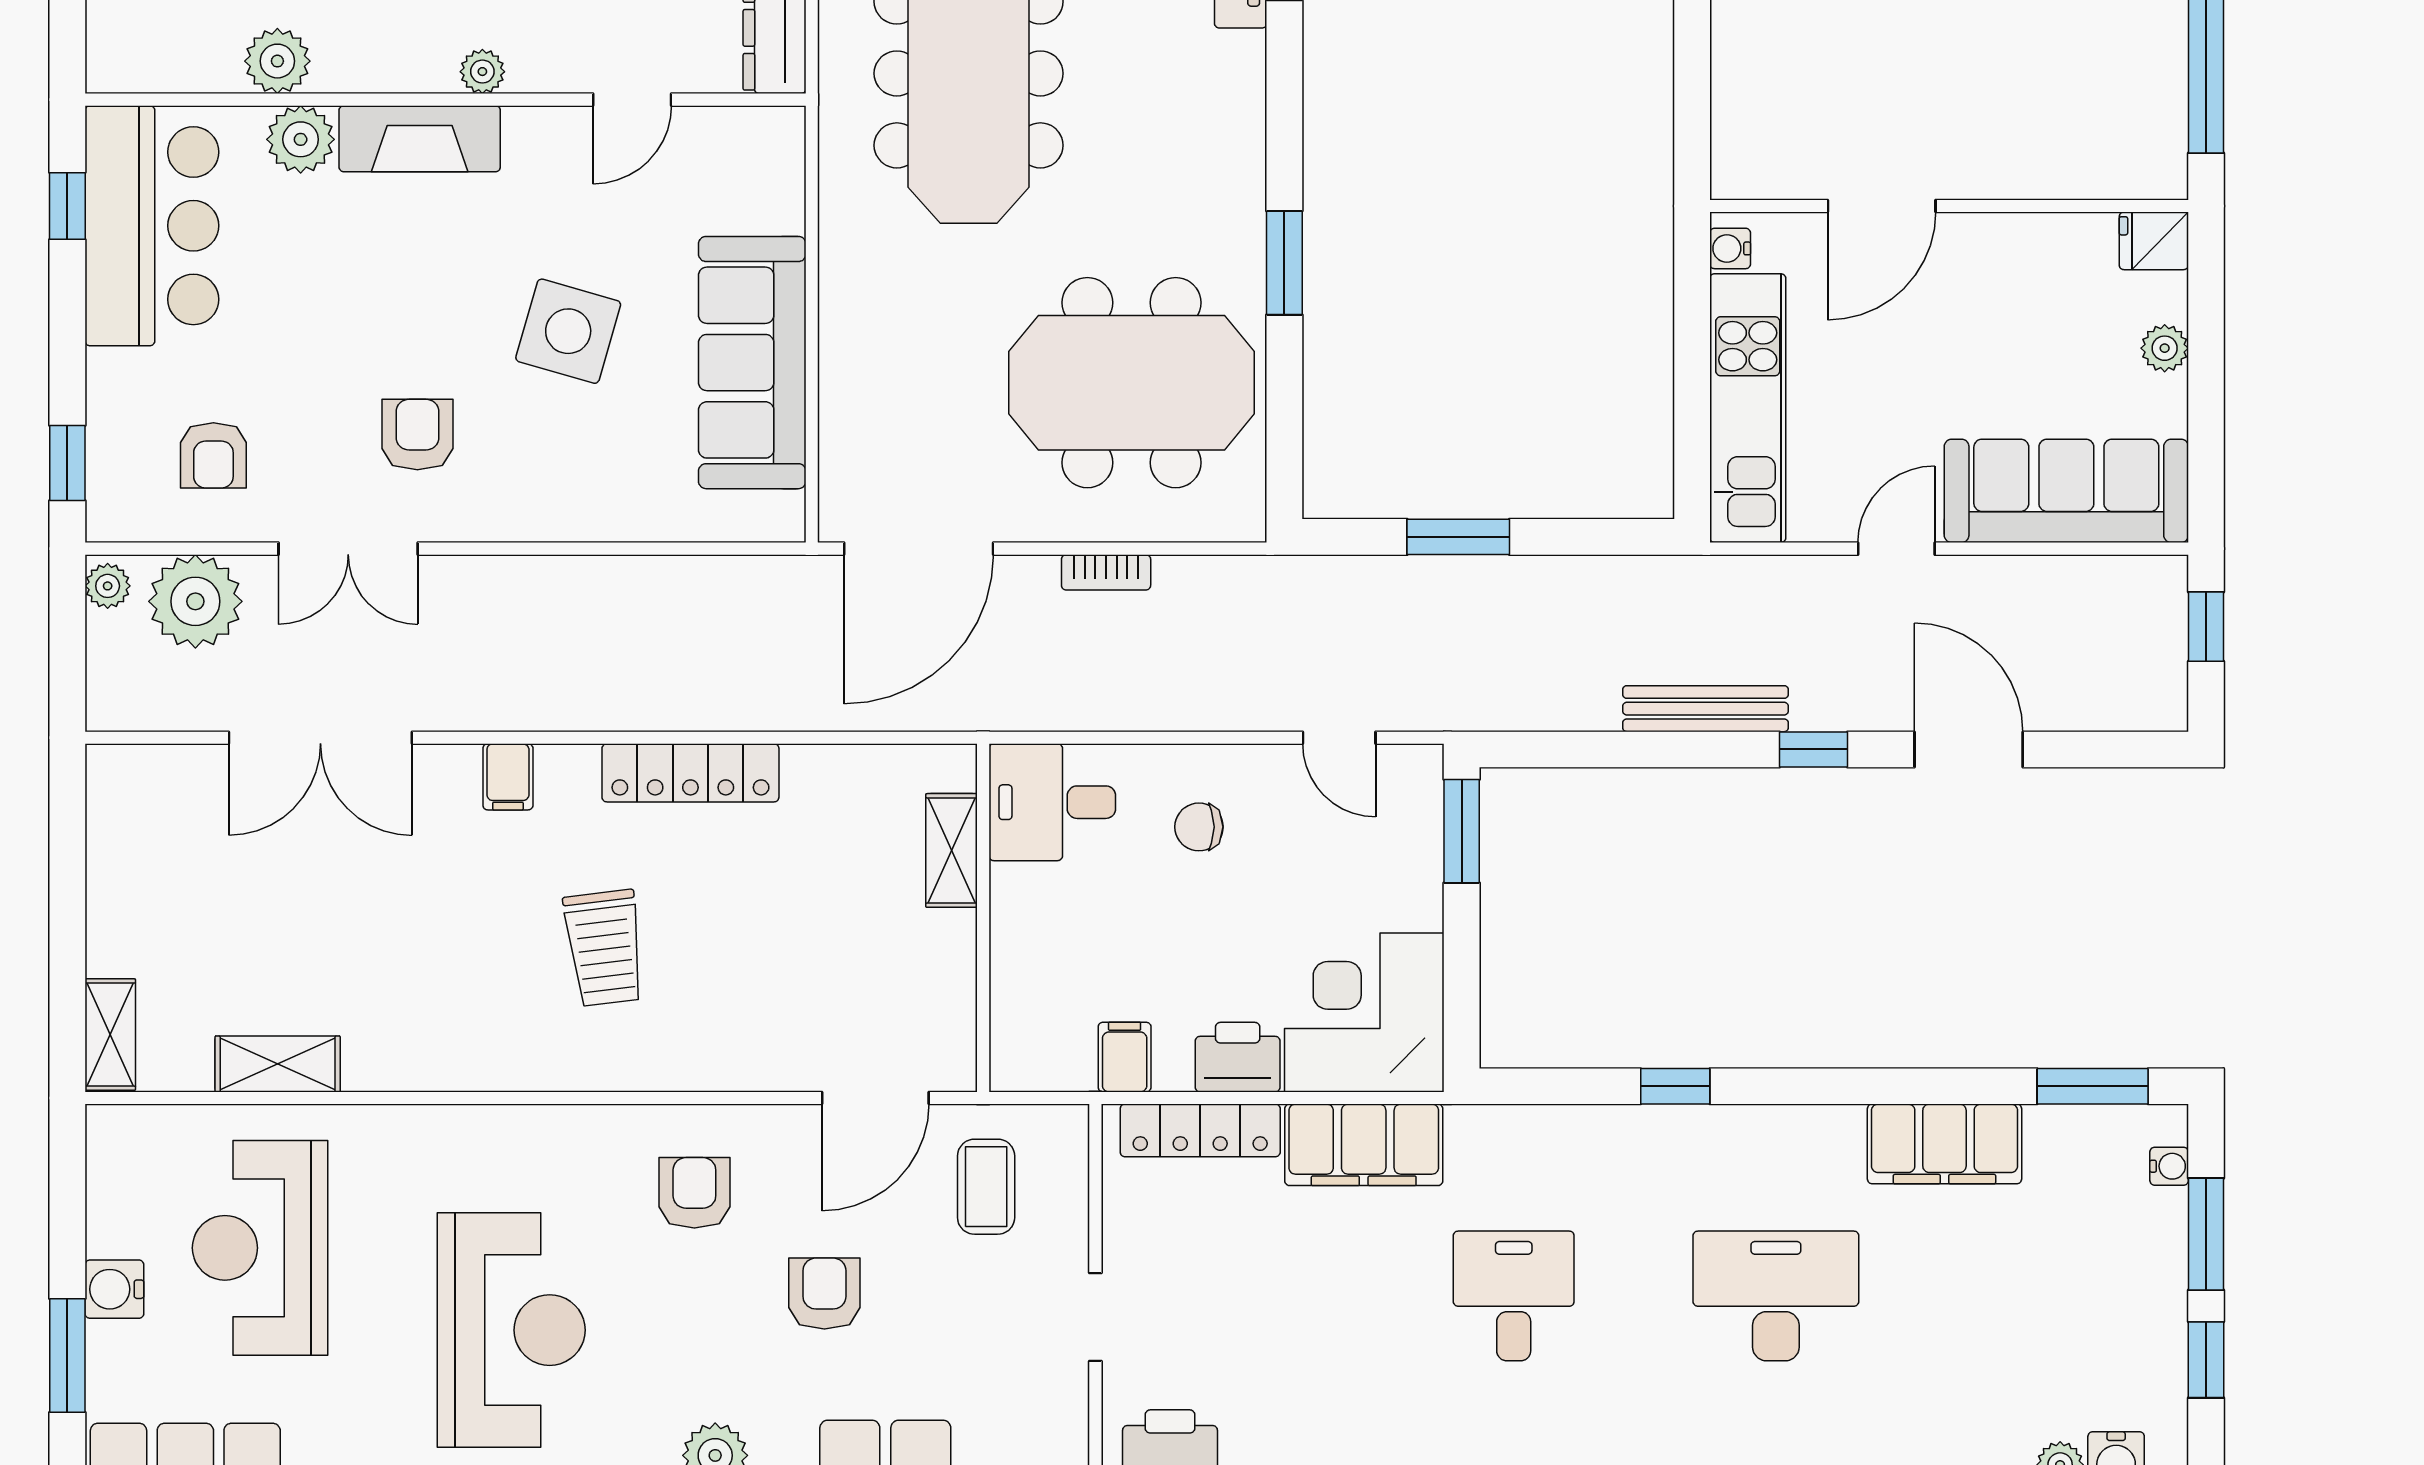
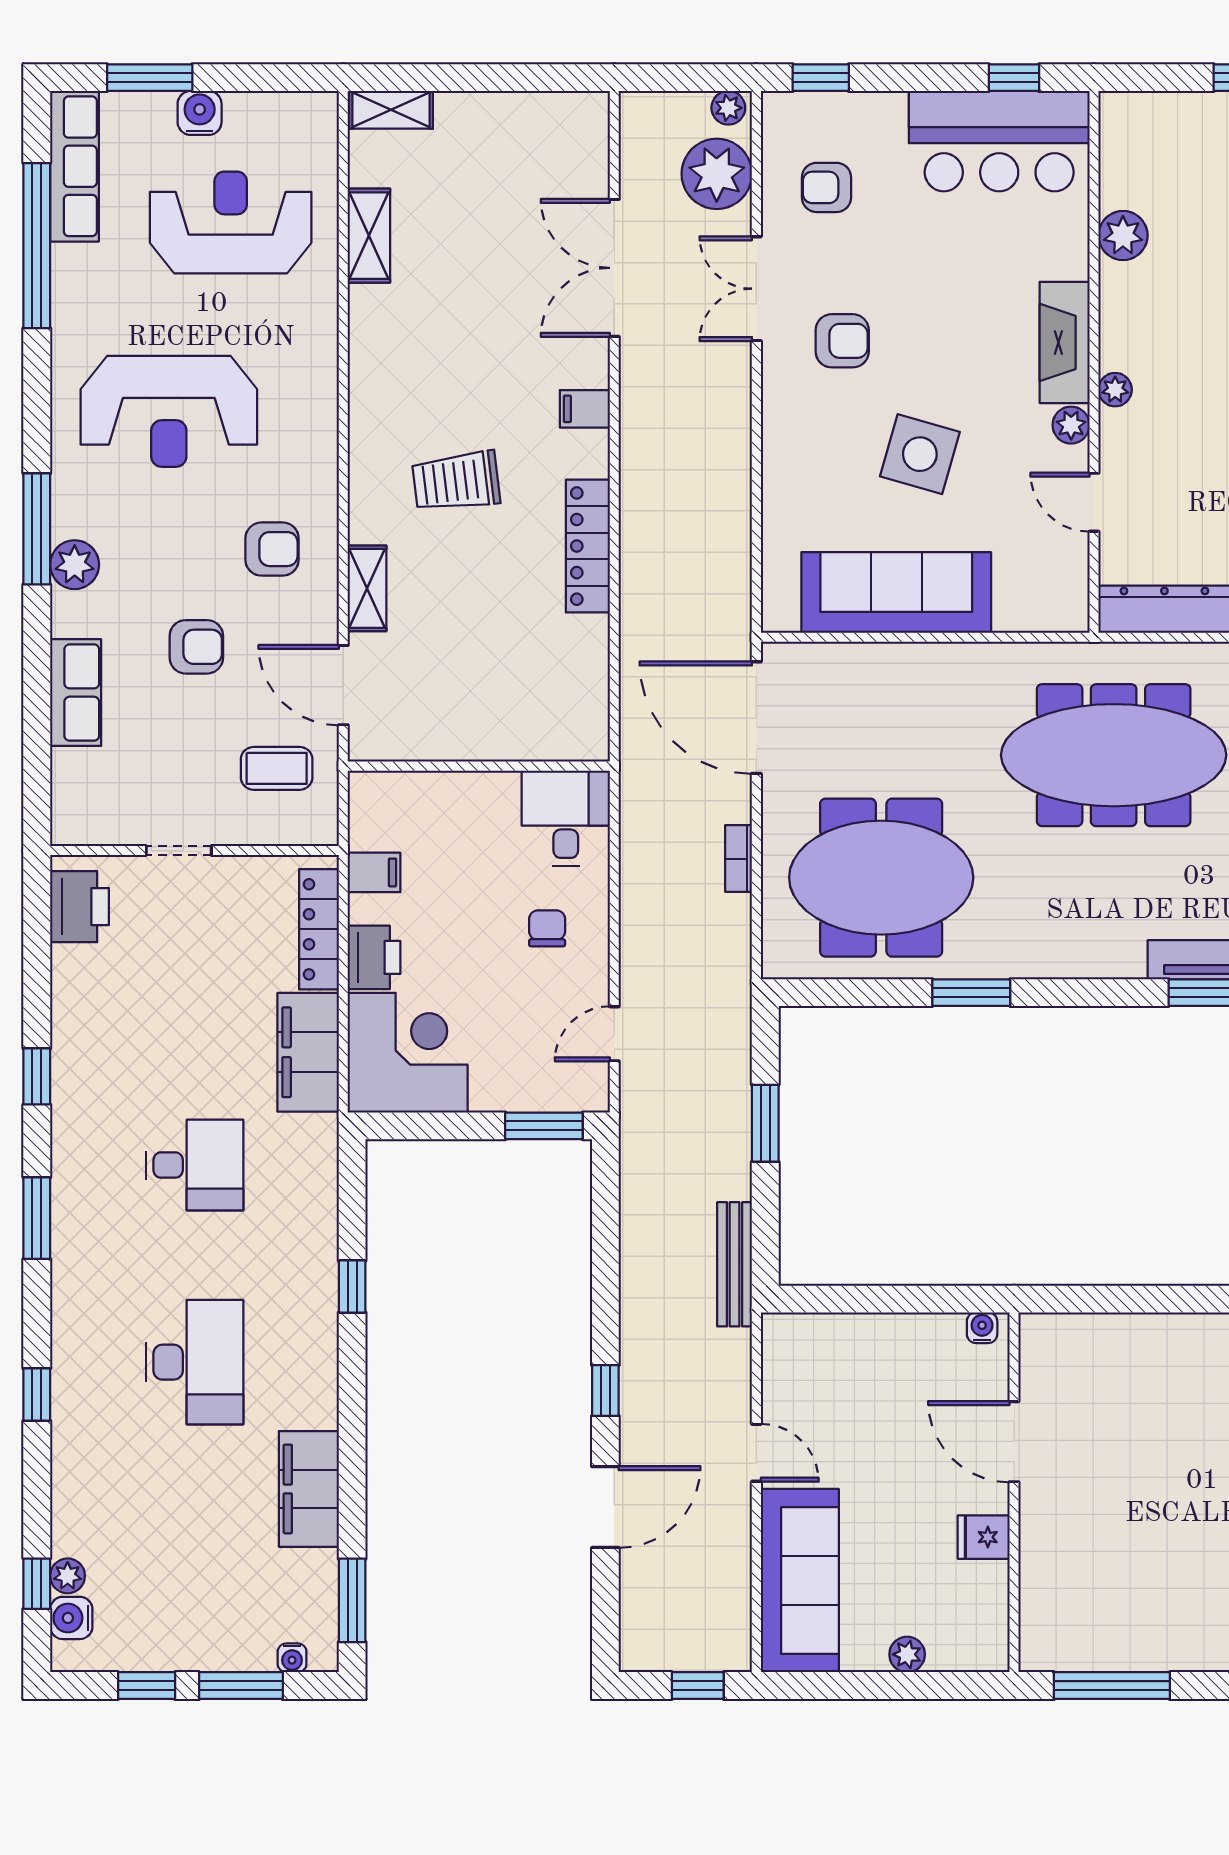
plant: (301, 139) -> (1071, 425), moved, width x0.73, depth x0.73
fridge: (2154, 241) -> (984, 1537), moved, turned -90
meeting table: (1131, 383) -> (881, 878), turned 90
kitchen unit: (1748, 408) -> (862, 1341), removed
bench: (1705, 709) -> (735, 1264), moved
shelving: (952, 850) -> (367, 588), moved, turned 90

